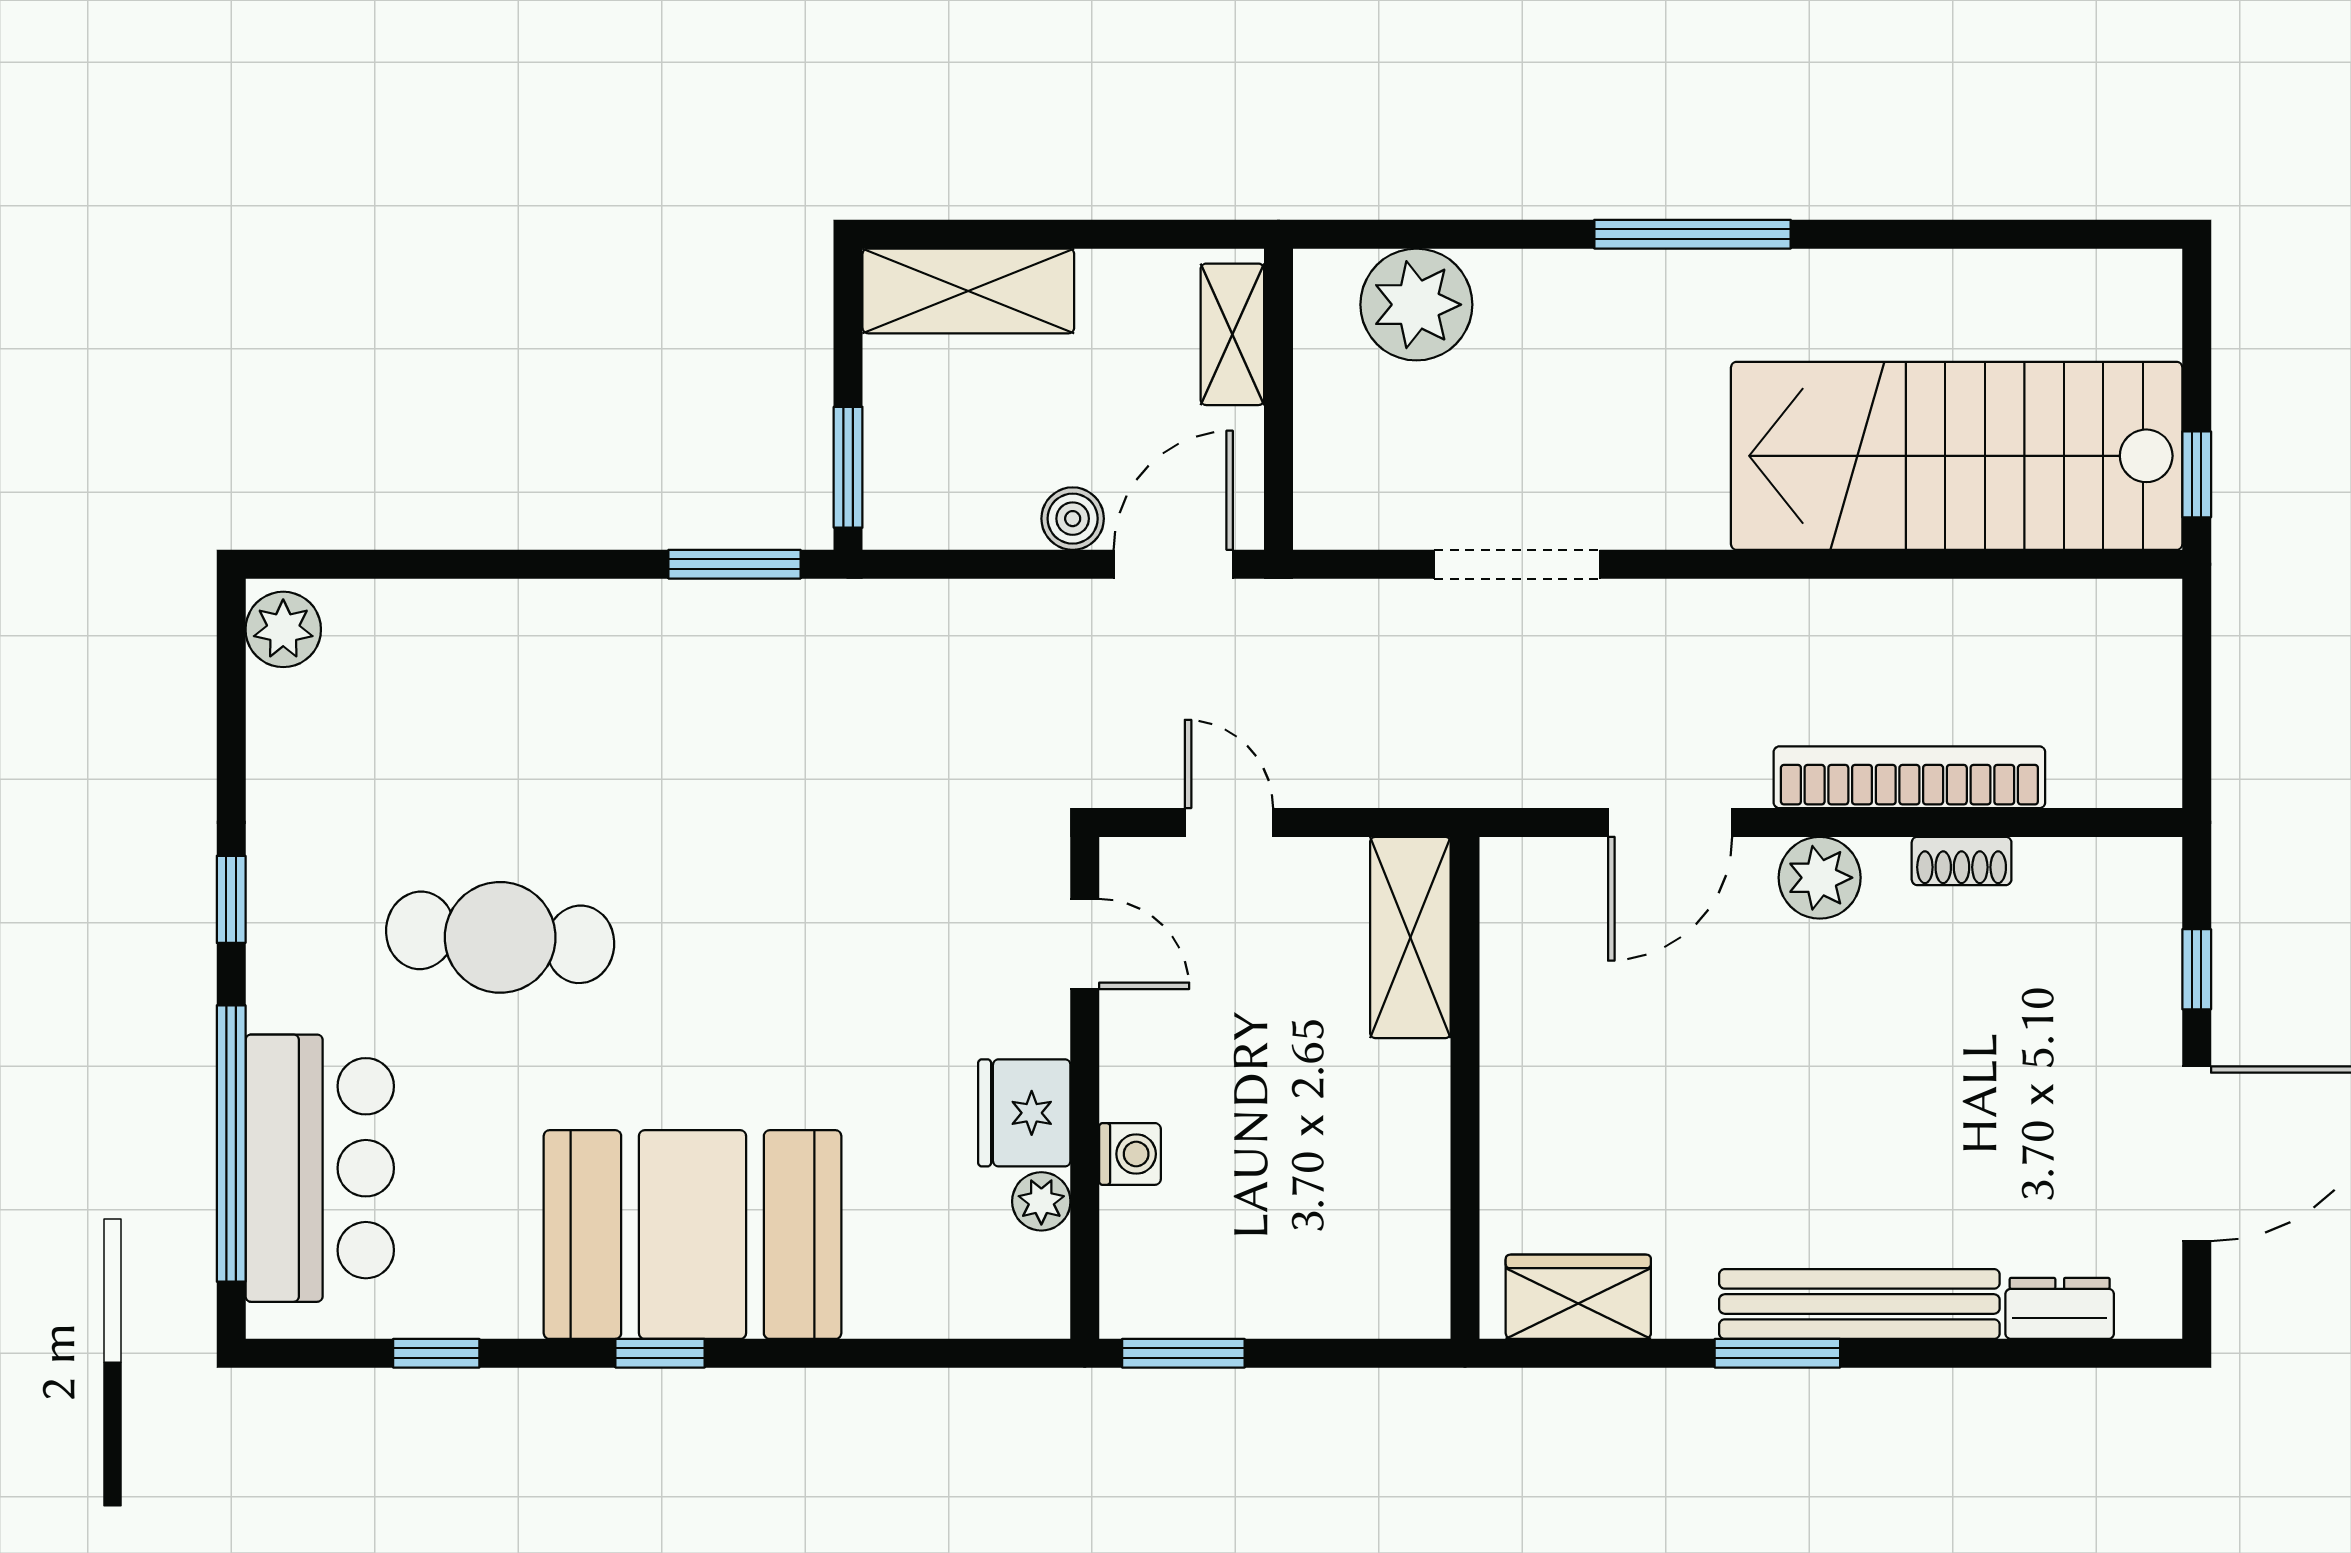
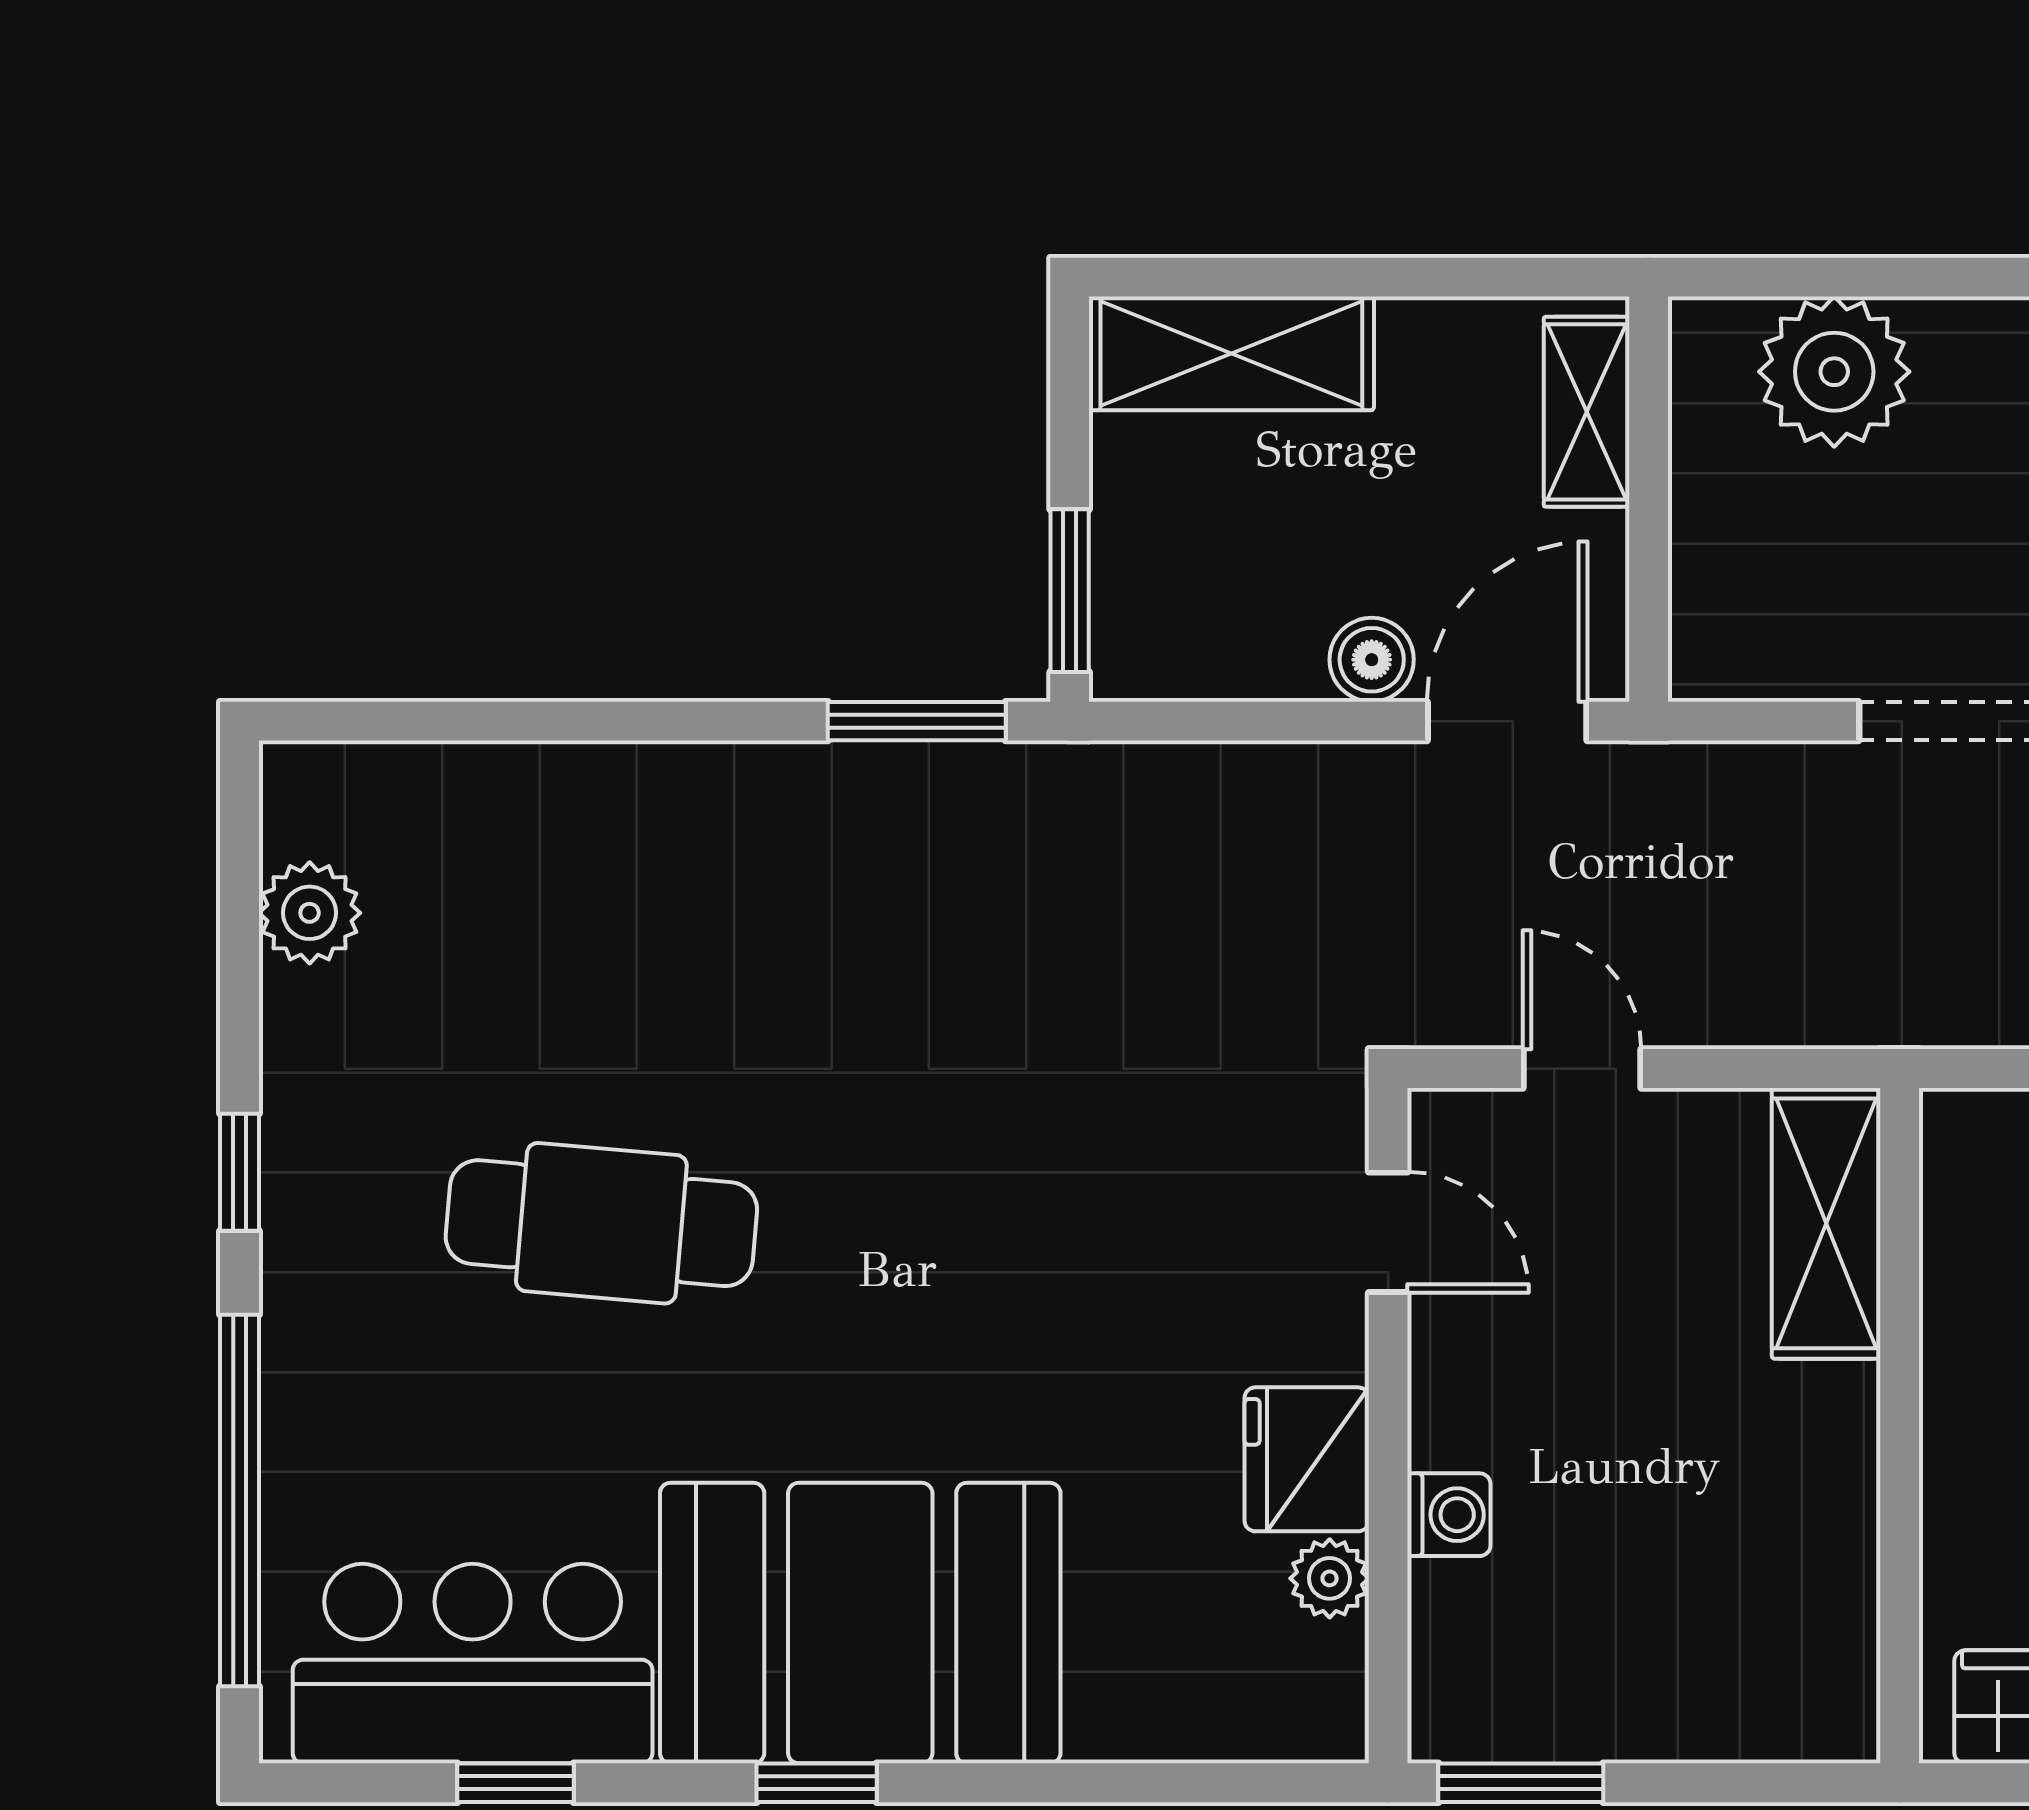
plant: (283, 629) -> (310, 913), moved
bar counter: (320, 1168) -> (473, 1664), moved, turned -90

